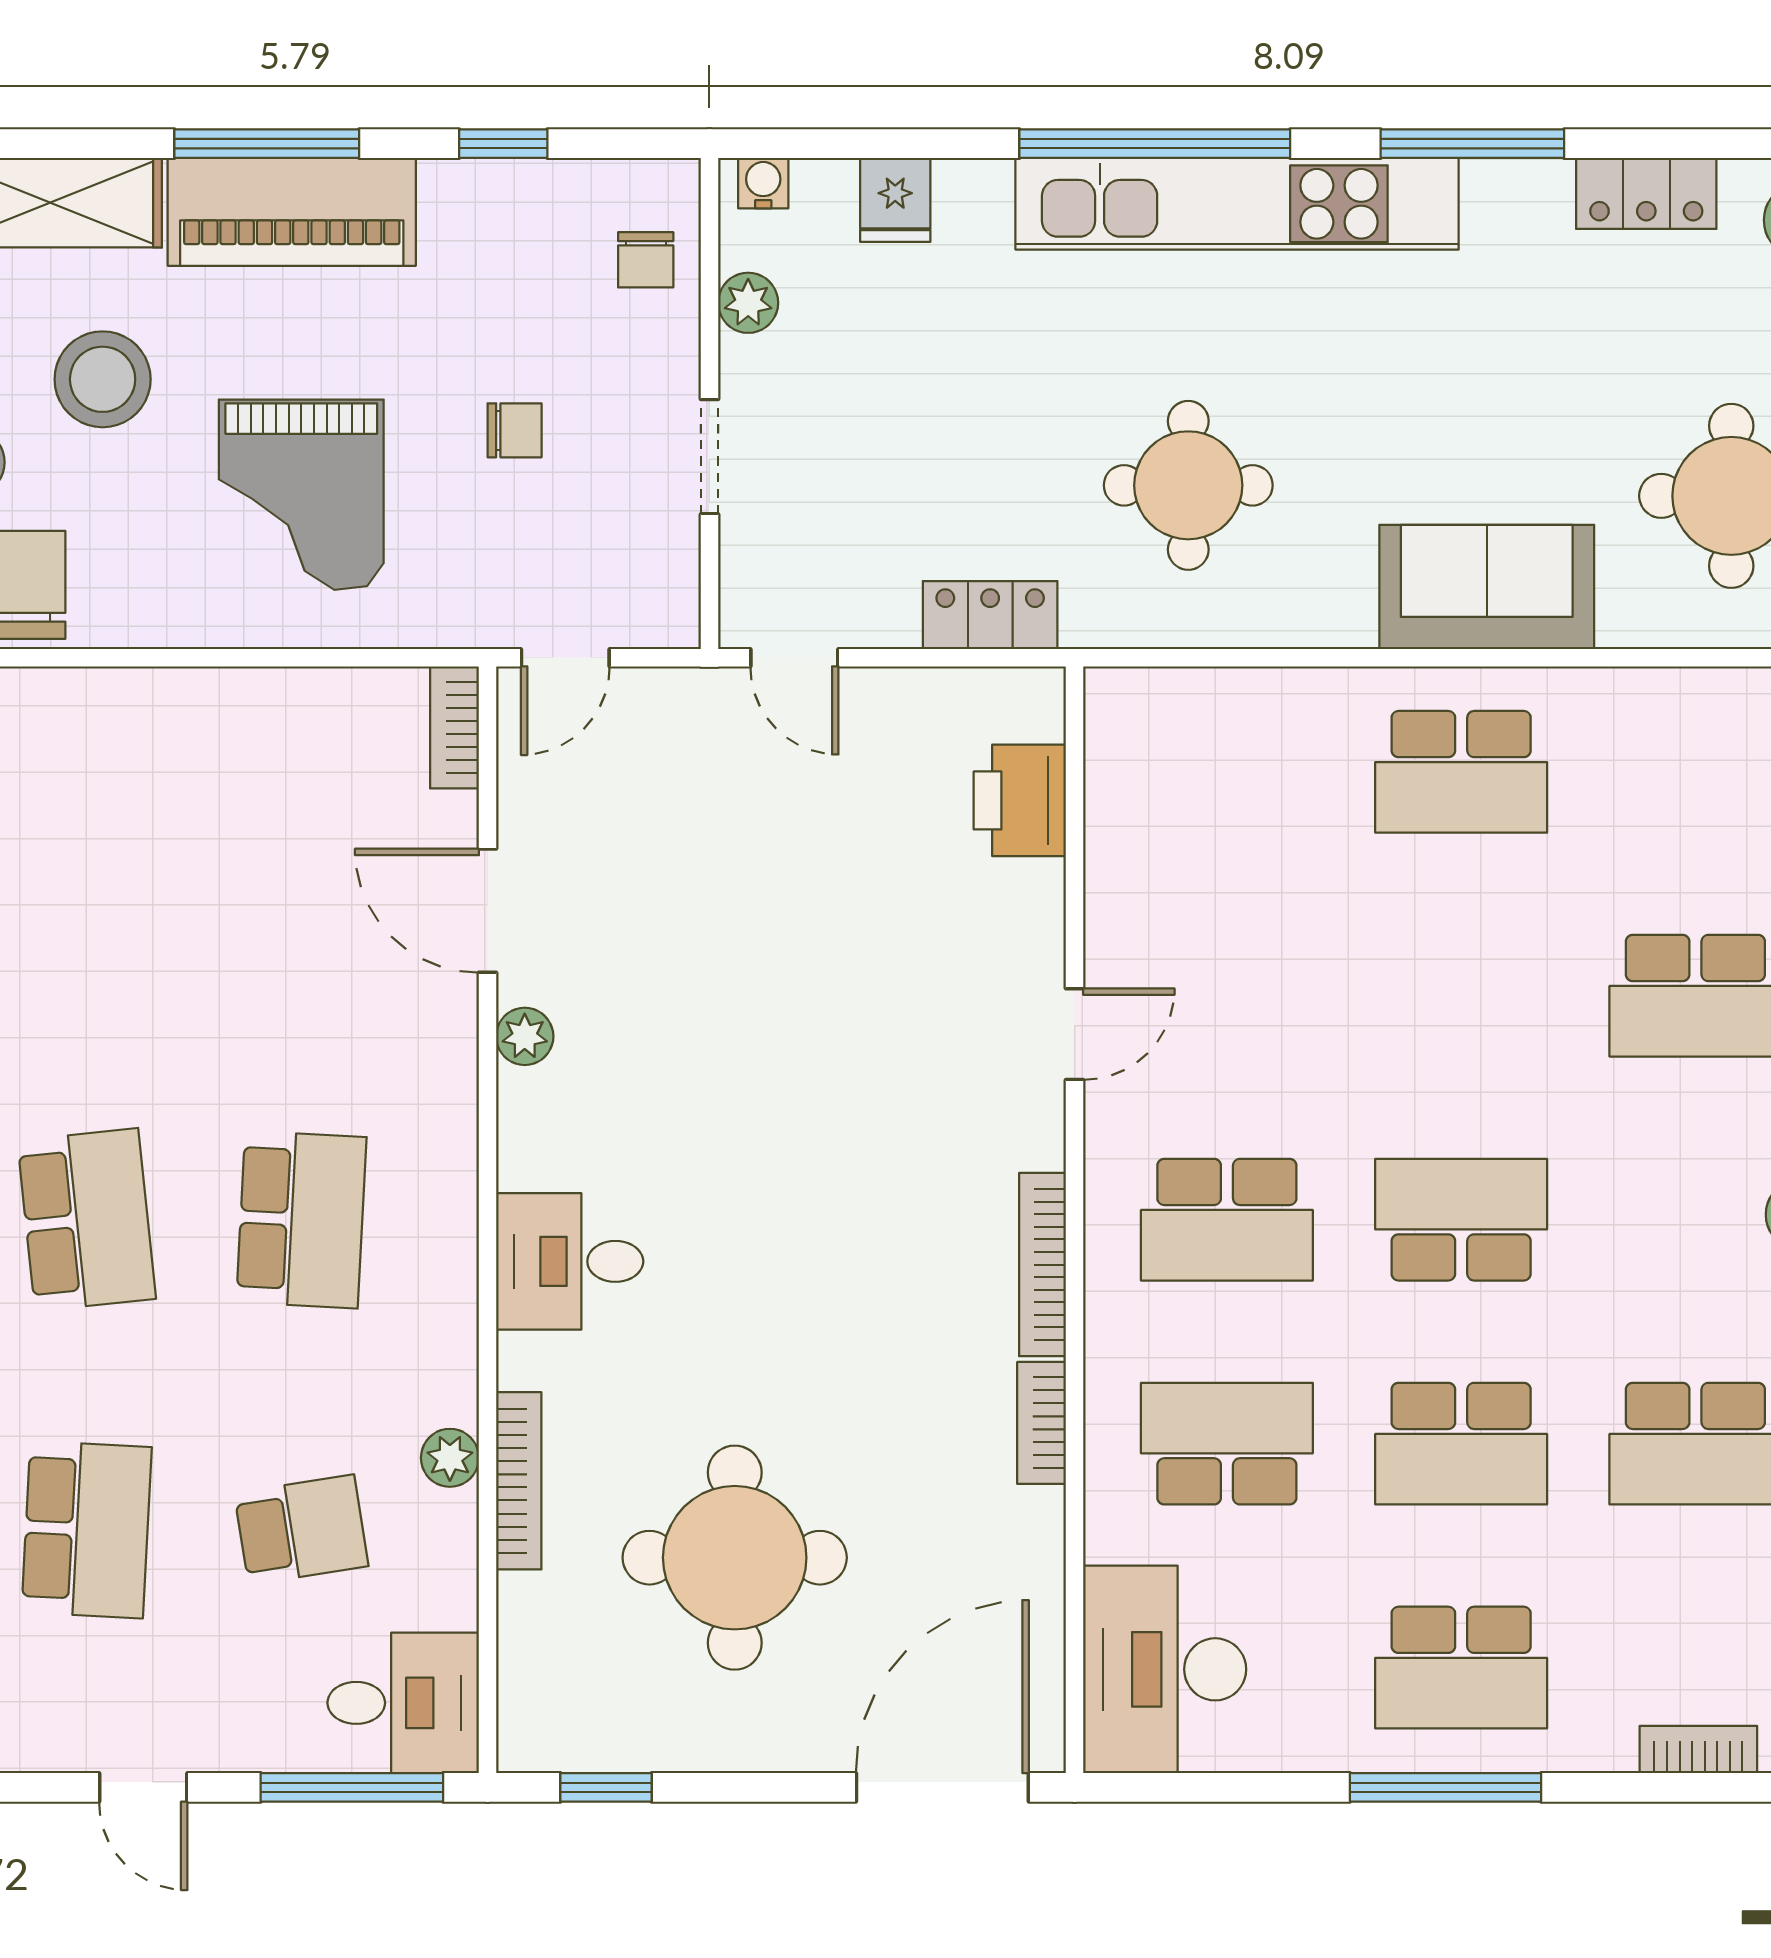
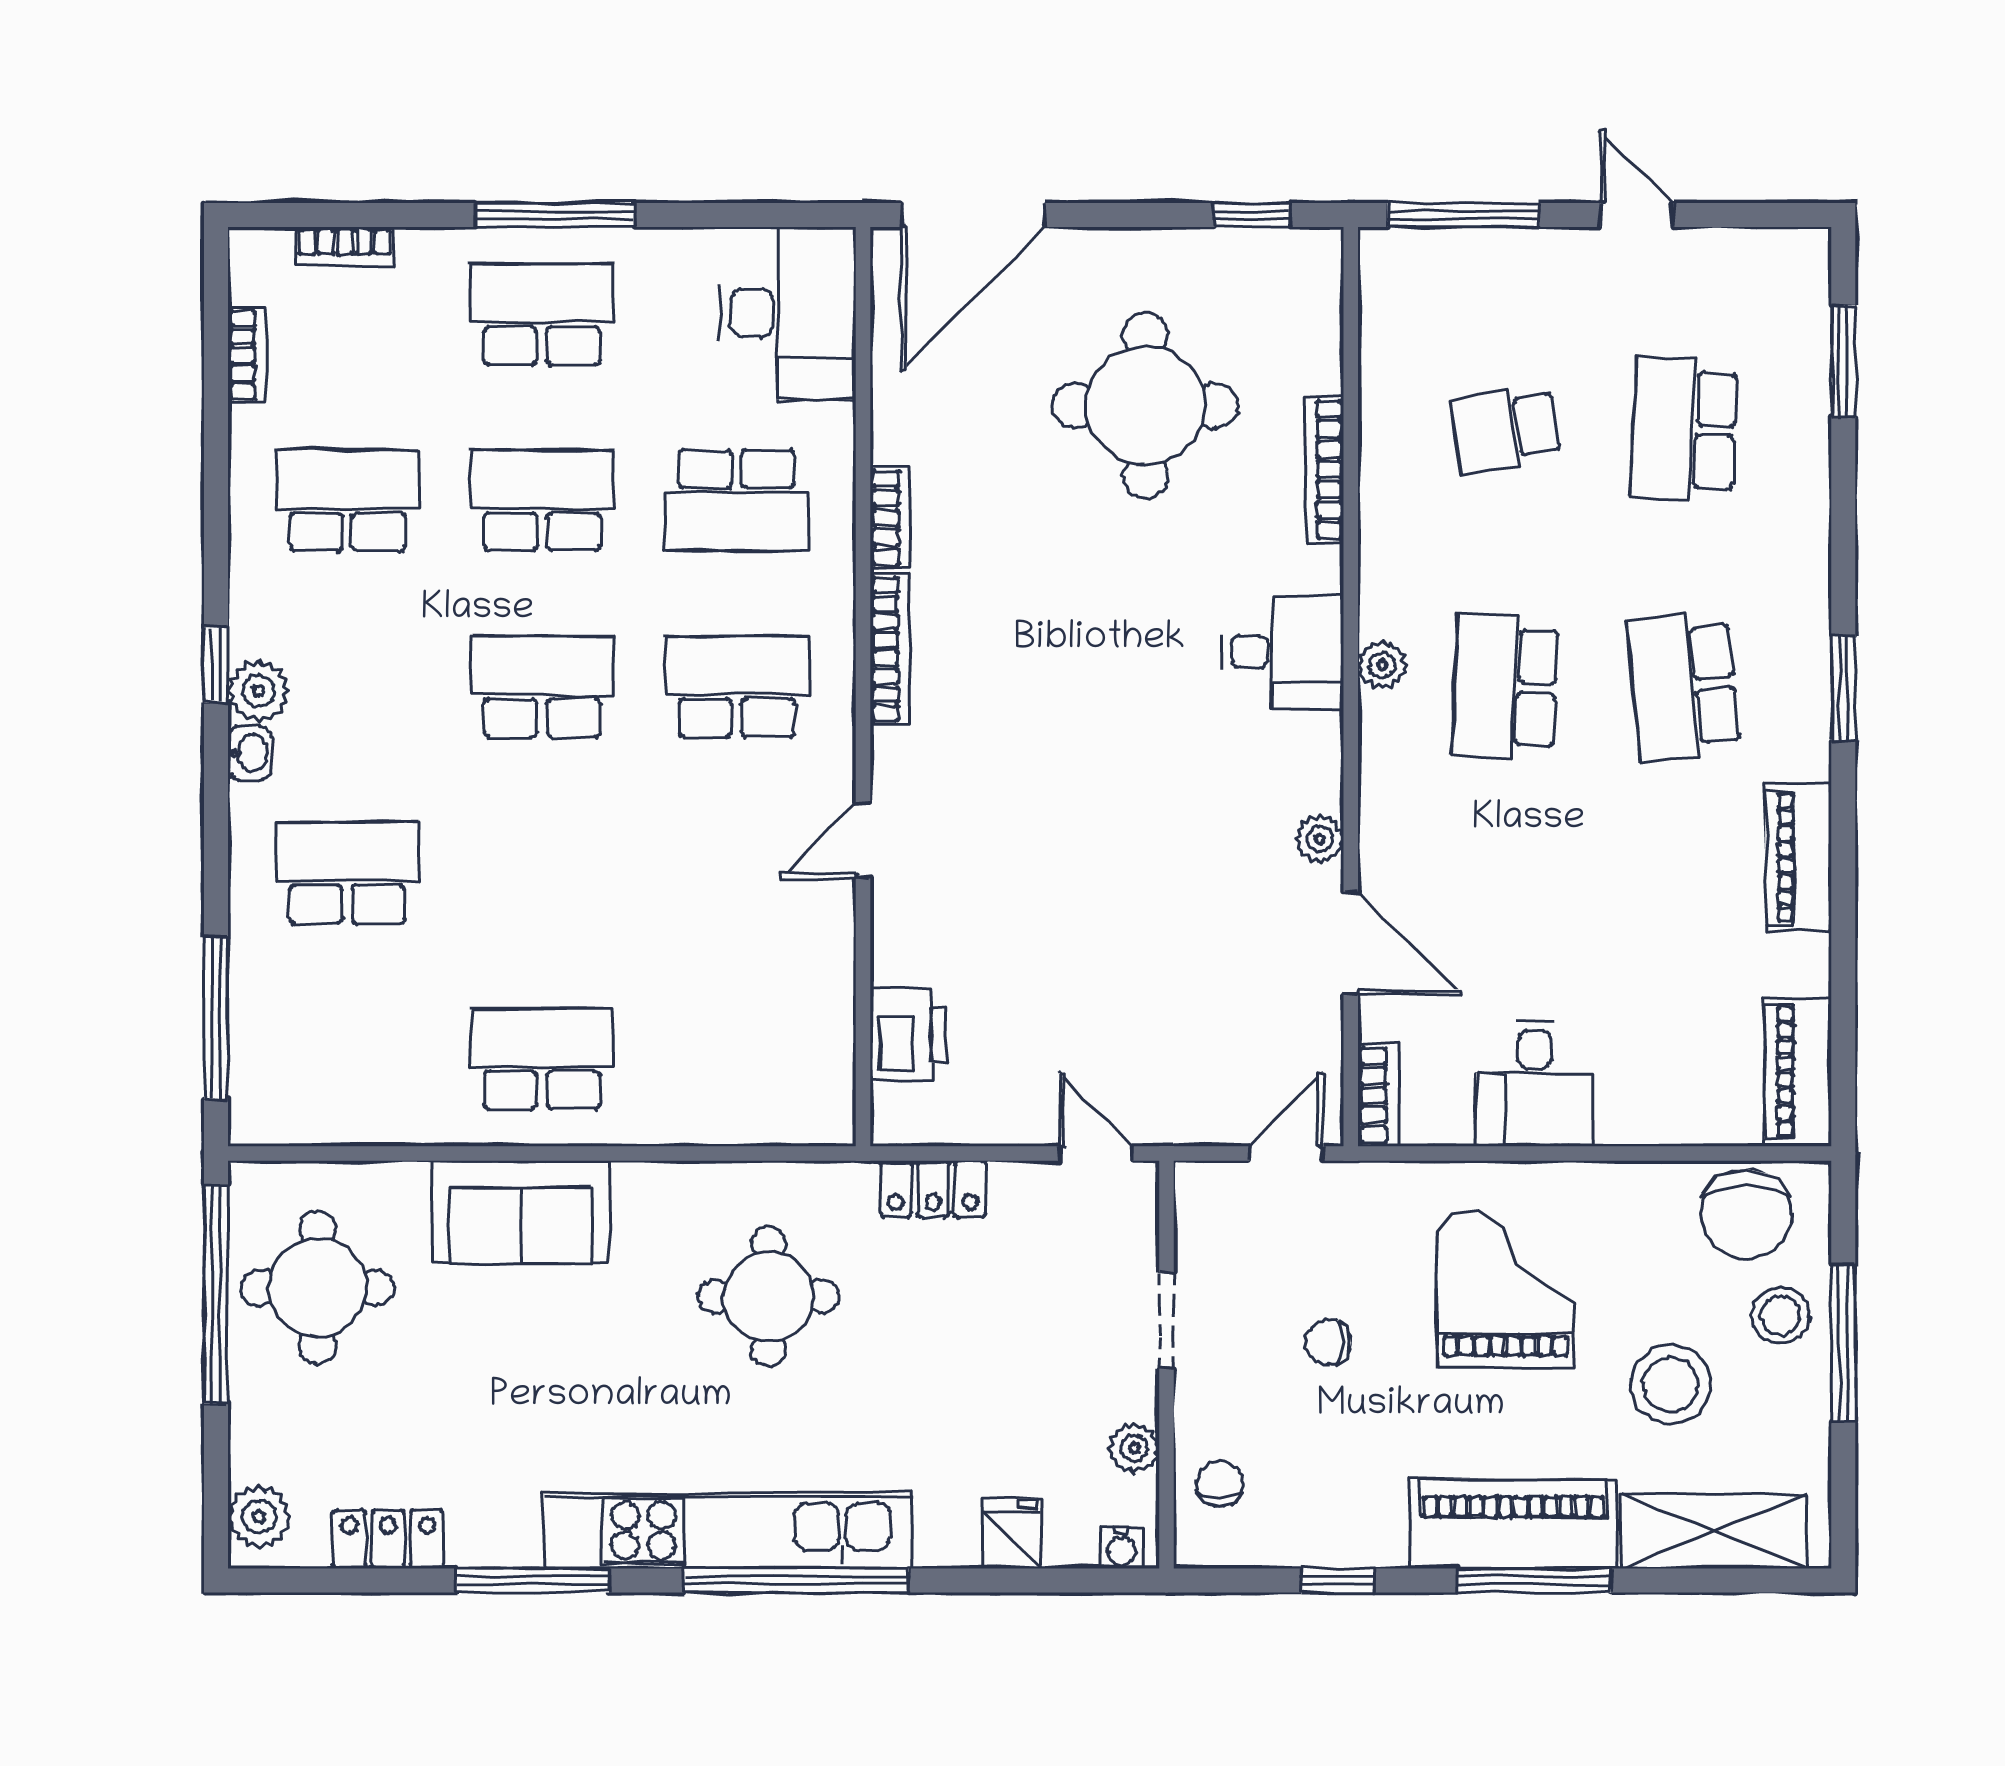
school desk: (1461, 1220) -> (542, 687), turned 180
plant: (450, 1458) -> (1382, 665), moved
desk: (403, 1703) -> (1535, 1083), moved, turned -90

